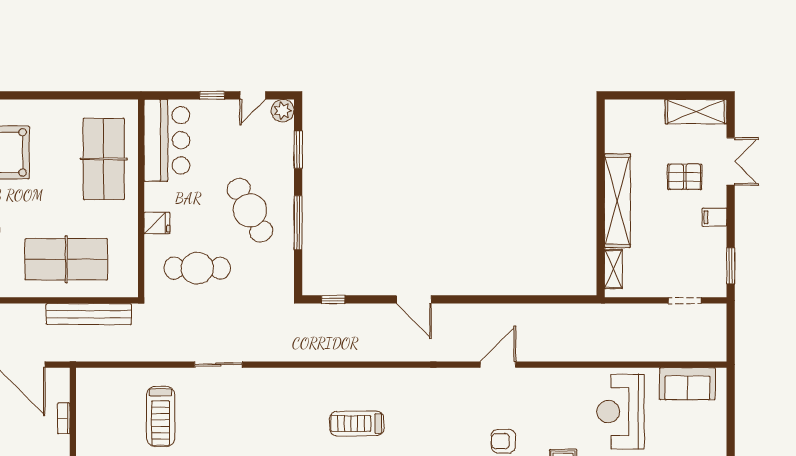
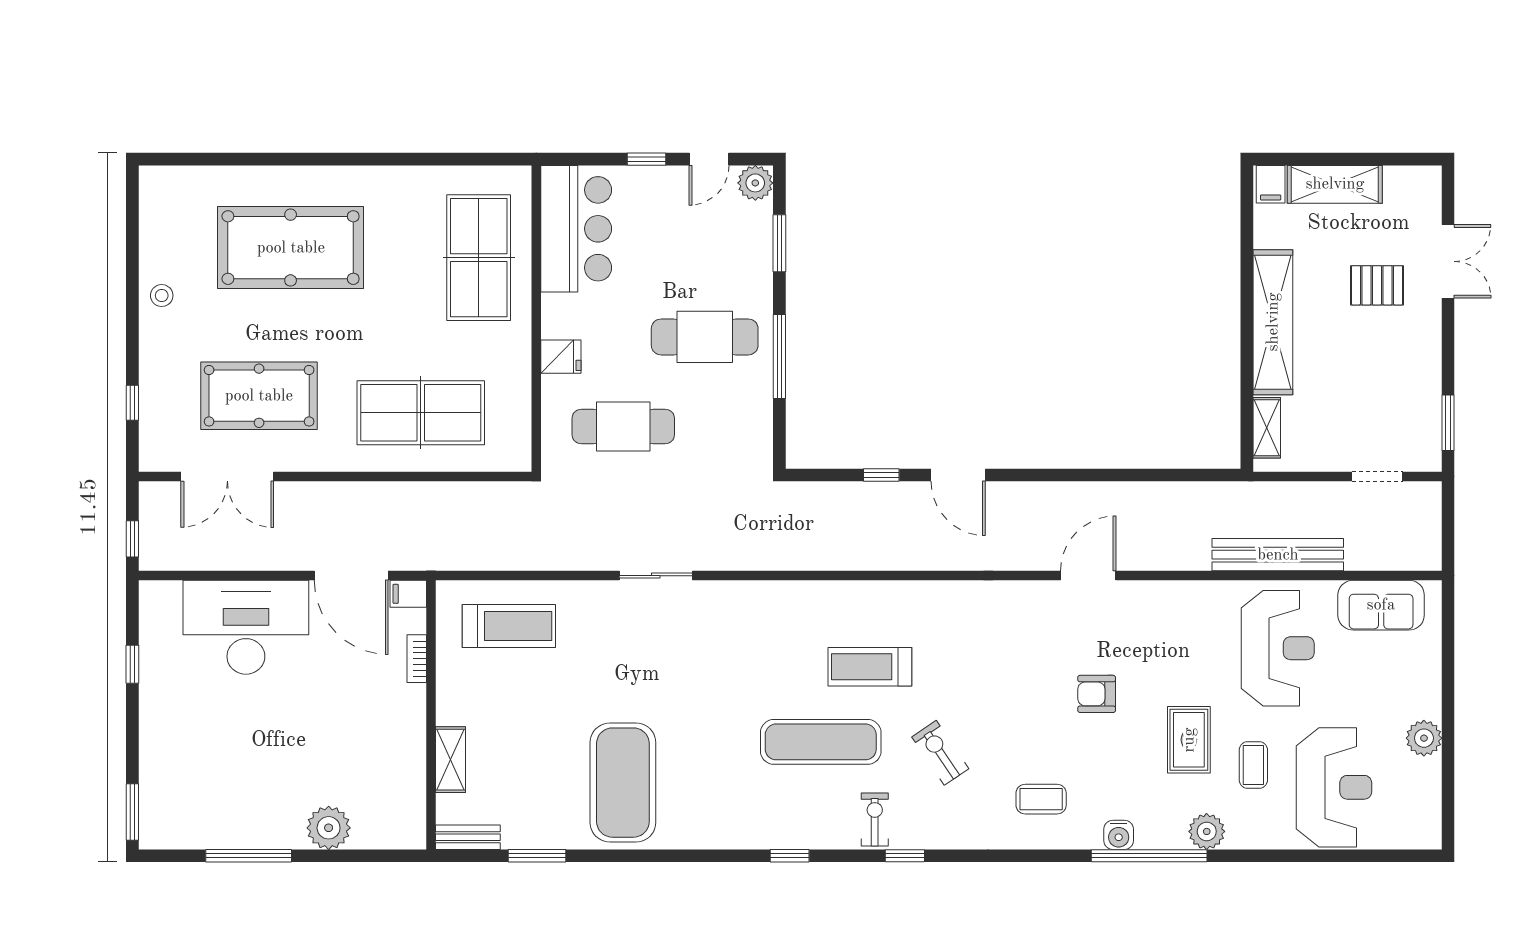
shelving: (696, 112) -> (1335, 184), moved
cafe table: (250, 210) -> (705, 337), turned -62
filing cabinet: (714, 217) -> (1271, 184), moved, turned -90
window: (333, 299) -> (881, 475), moved
bench: (89, 314) -> (1278, 555), moved
filing cabinet: (58, 376) -> (408, 594), added
reception desk: (620, 412) -> (1278, 648), turned 180
treadmill: (161, 416) -> (509, 626), moved, turned -90

